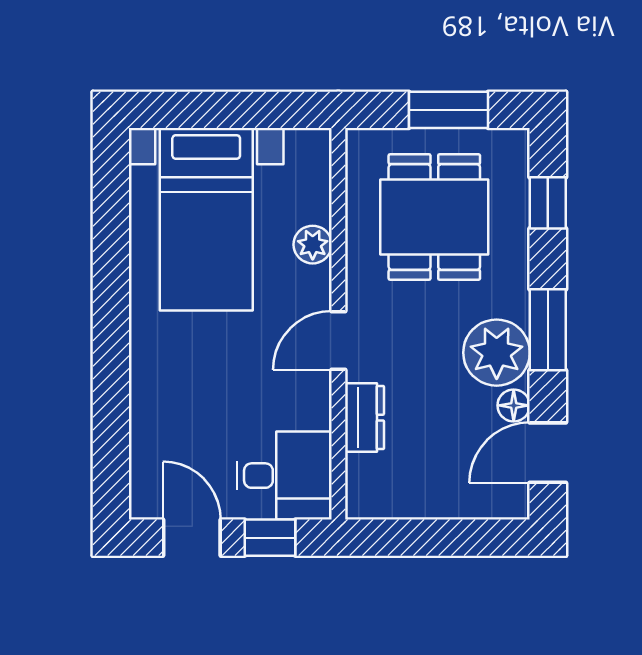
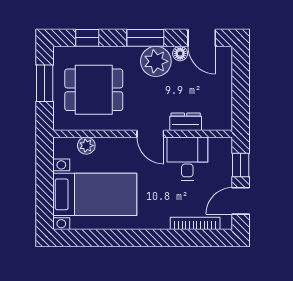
plant: (313, 245) -> (86, 146), moved
bookcase: (143, 438) -> (195, 223), added
desk: (284, 476) -> (187, 159), moved

